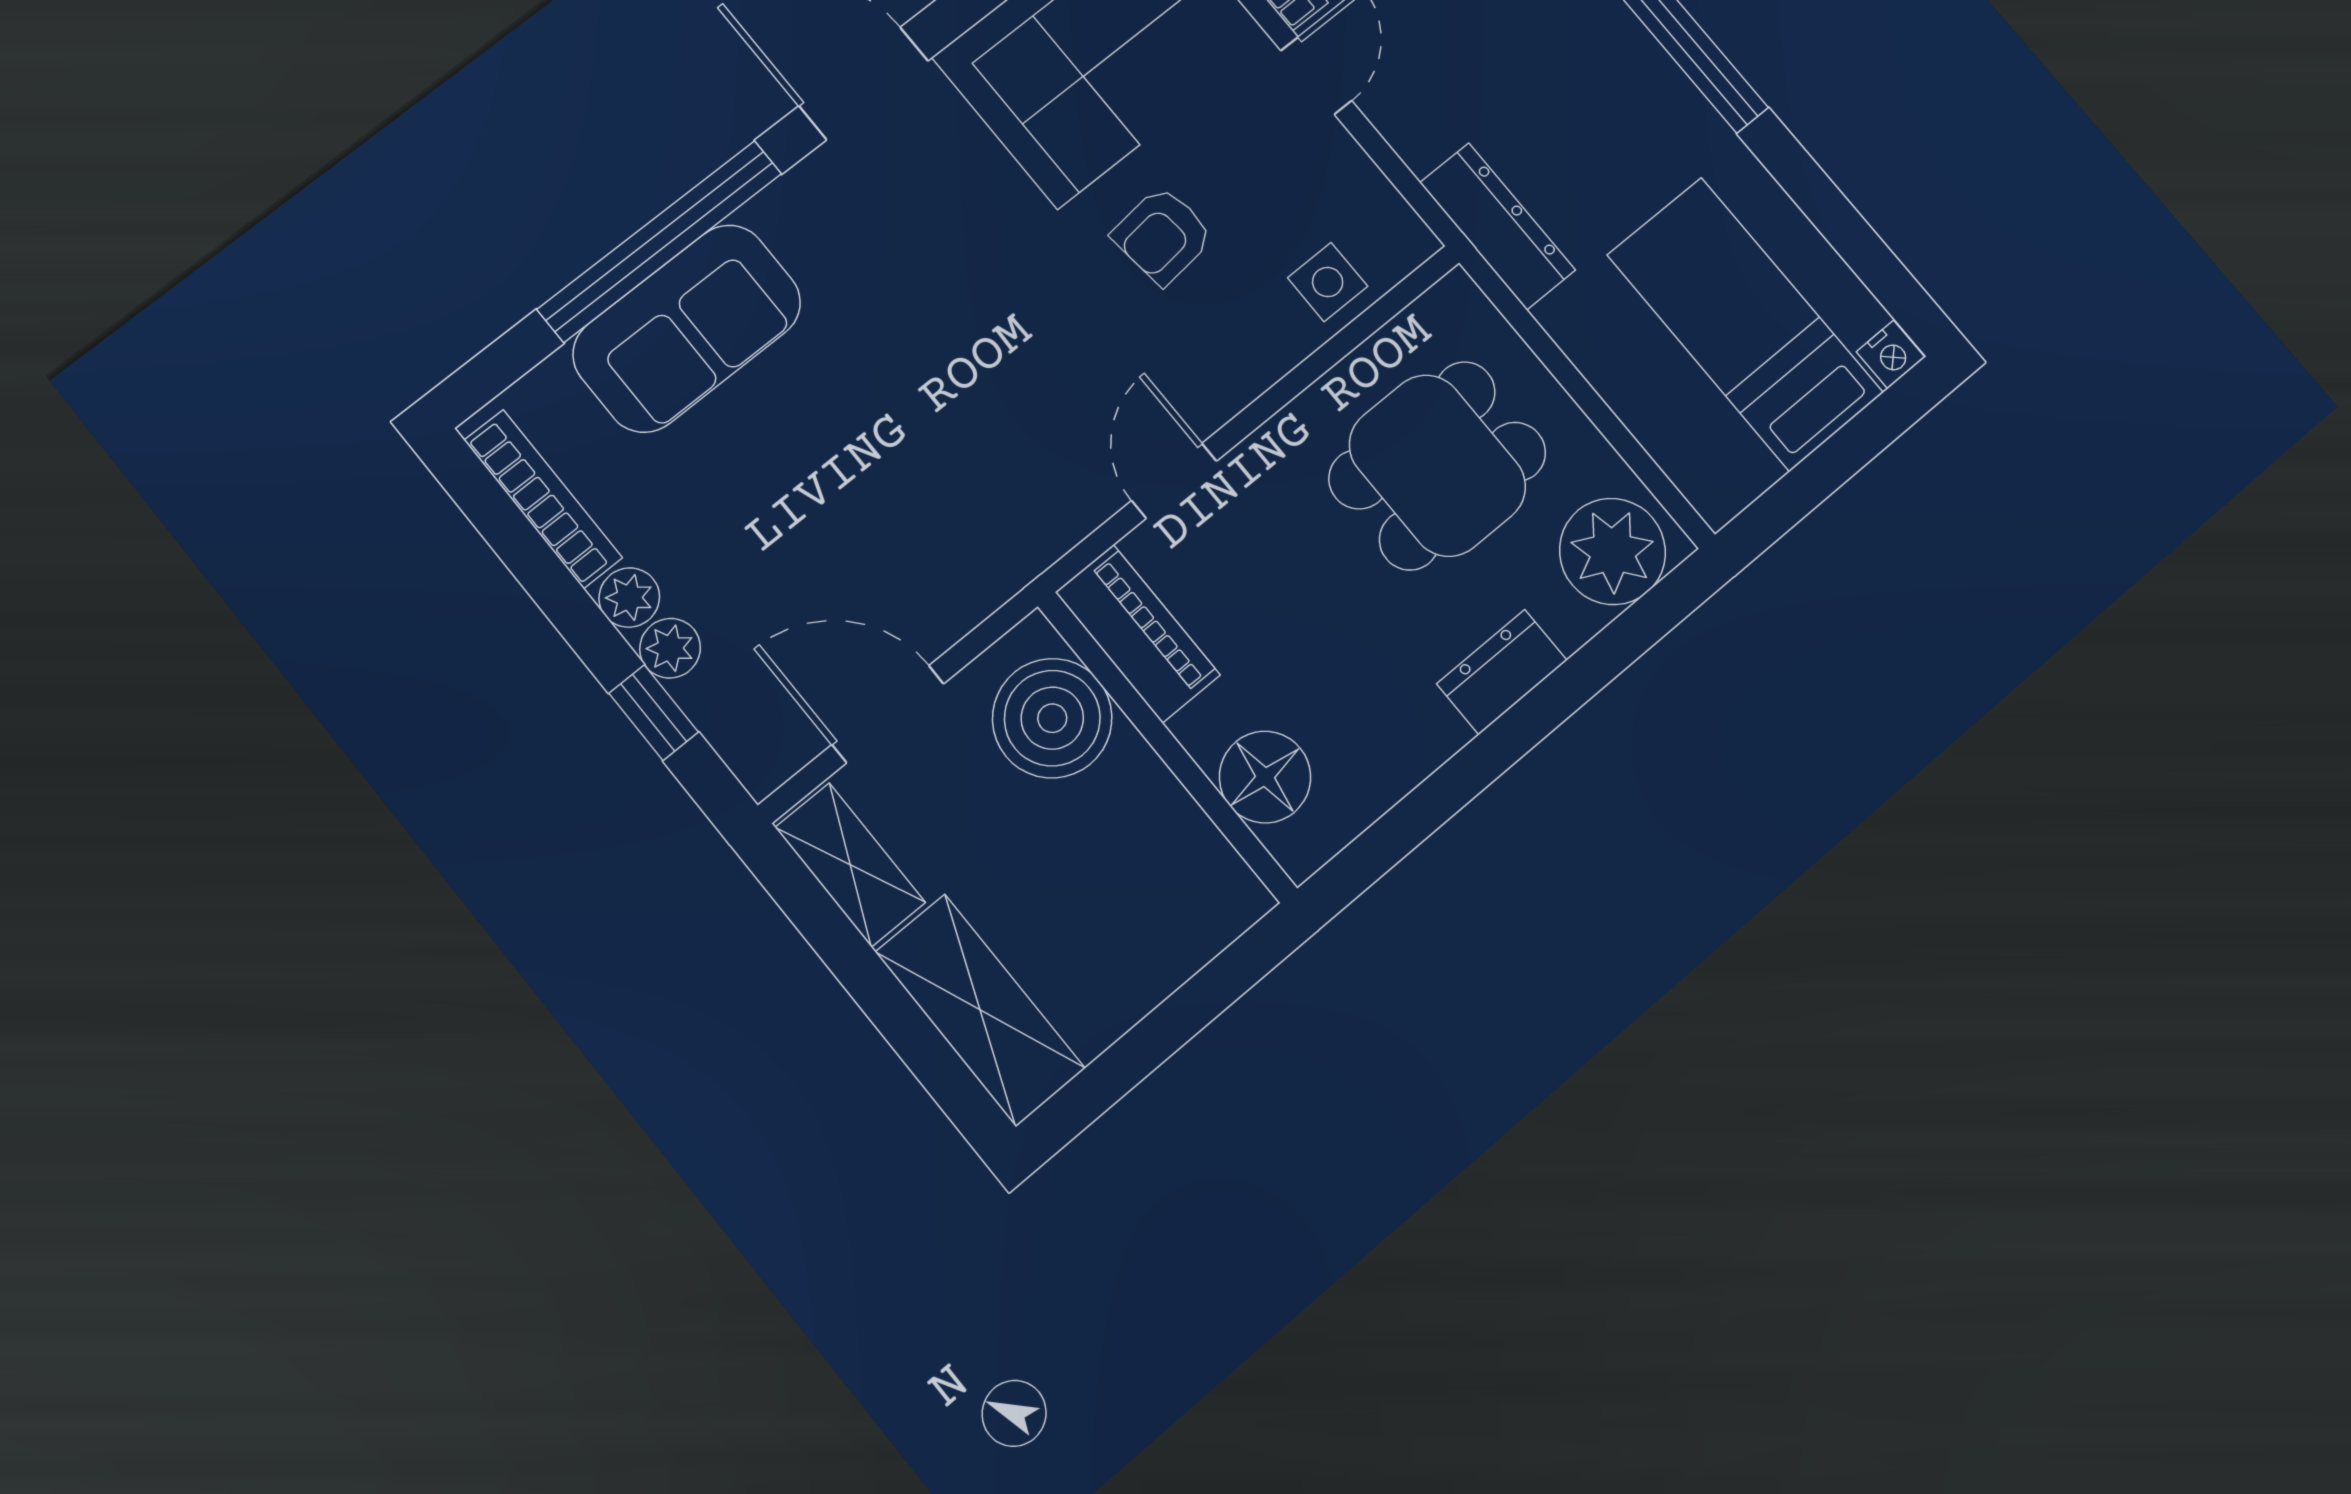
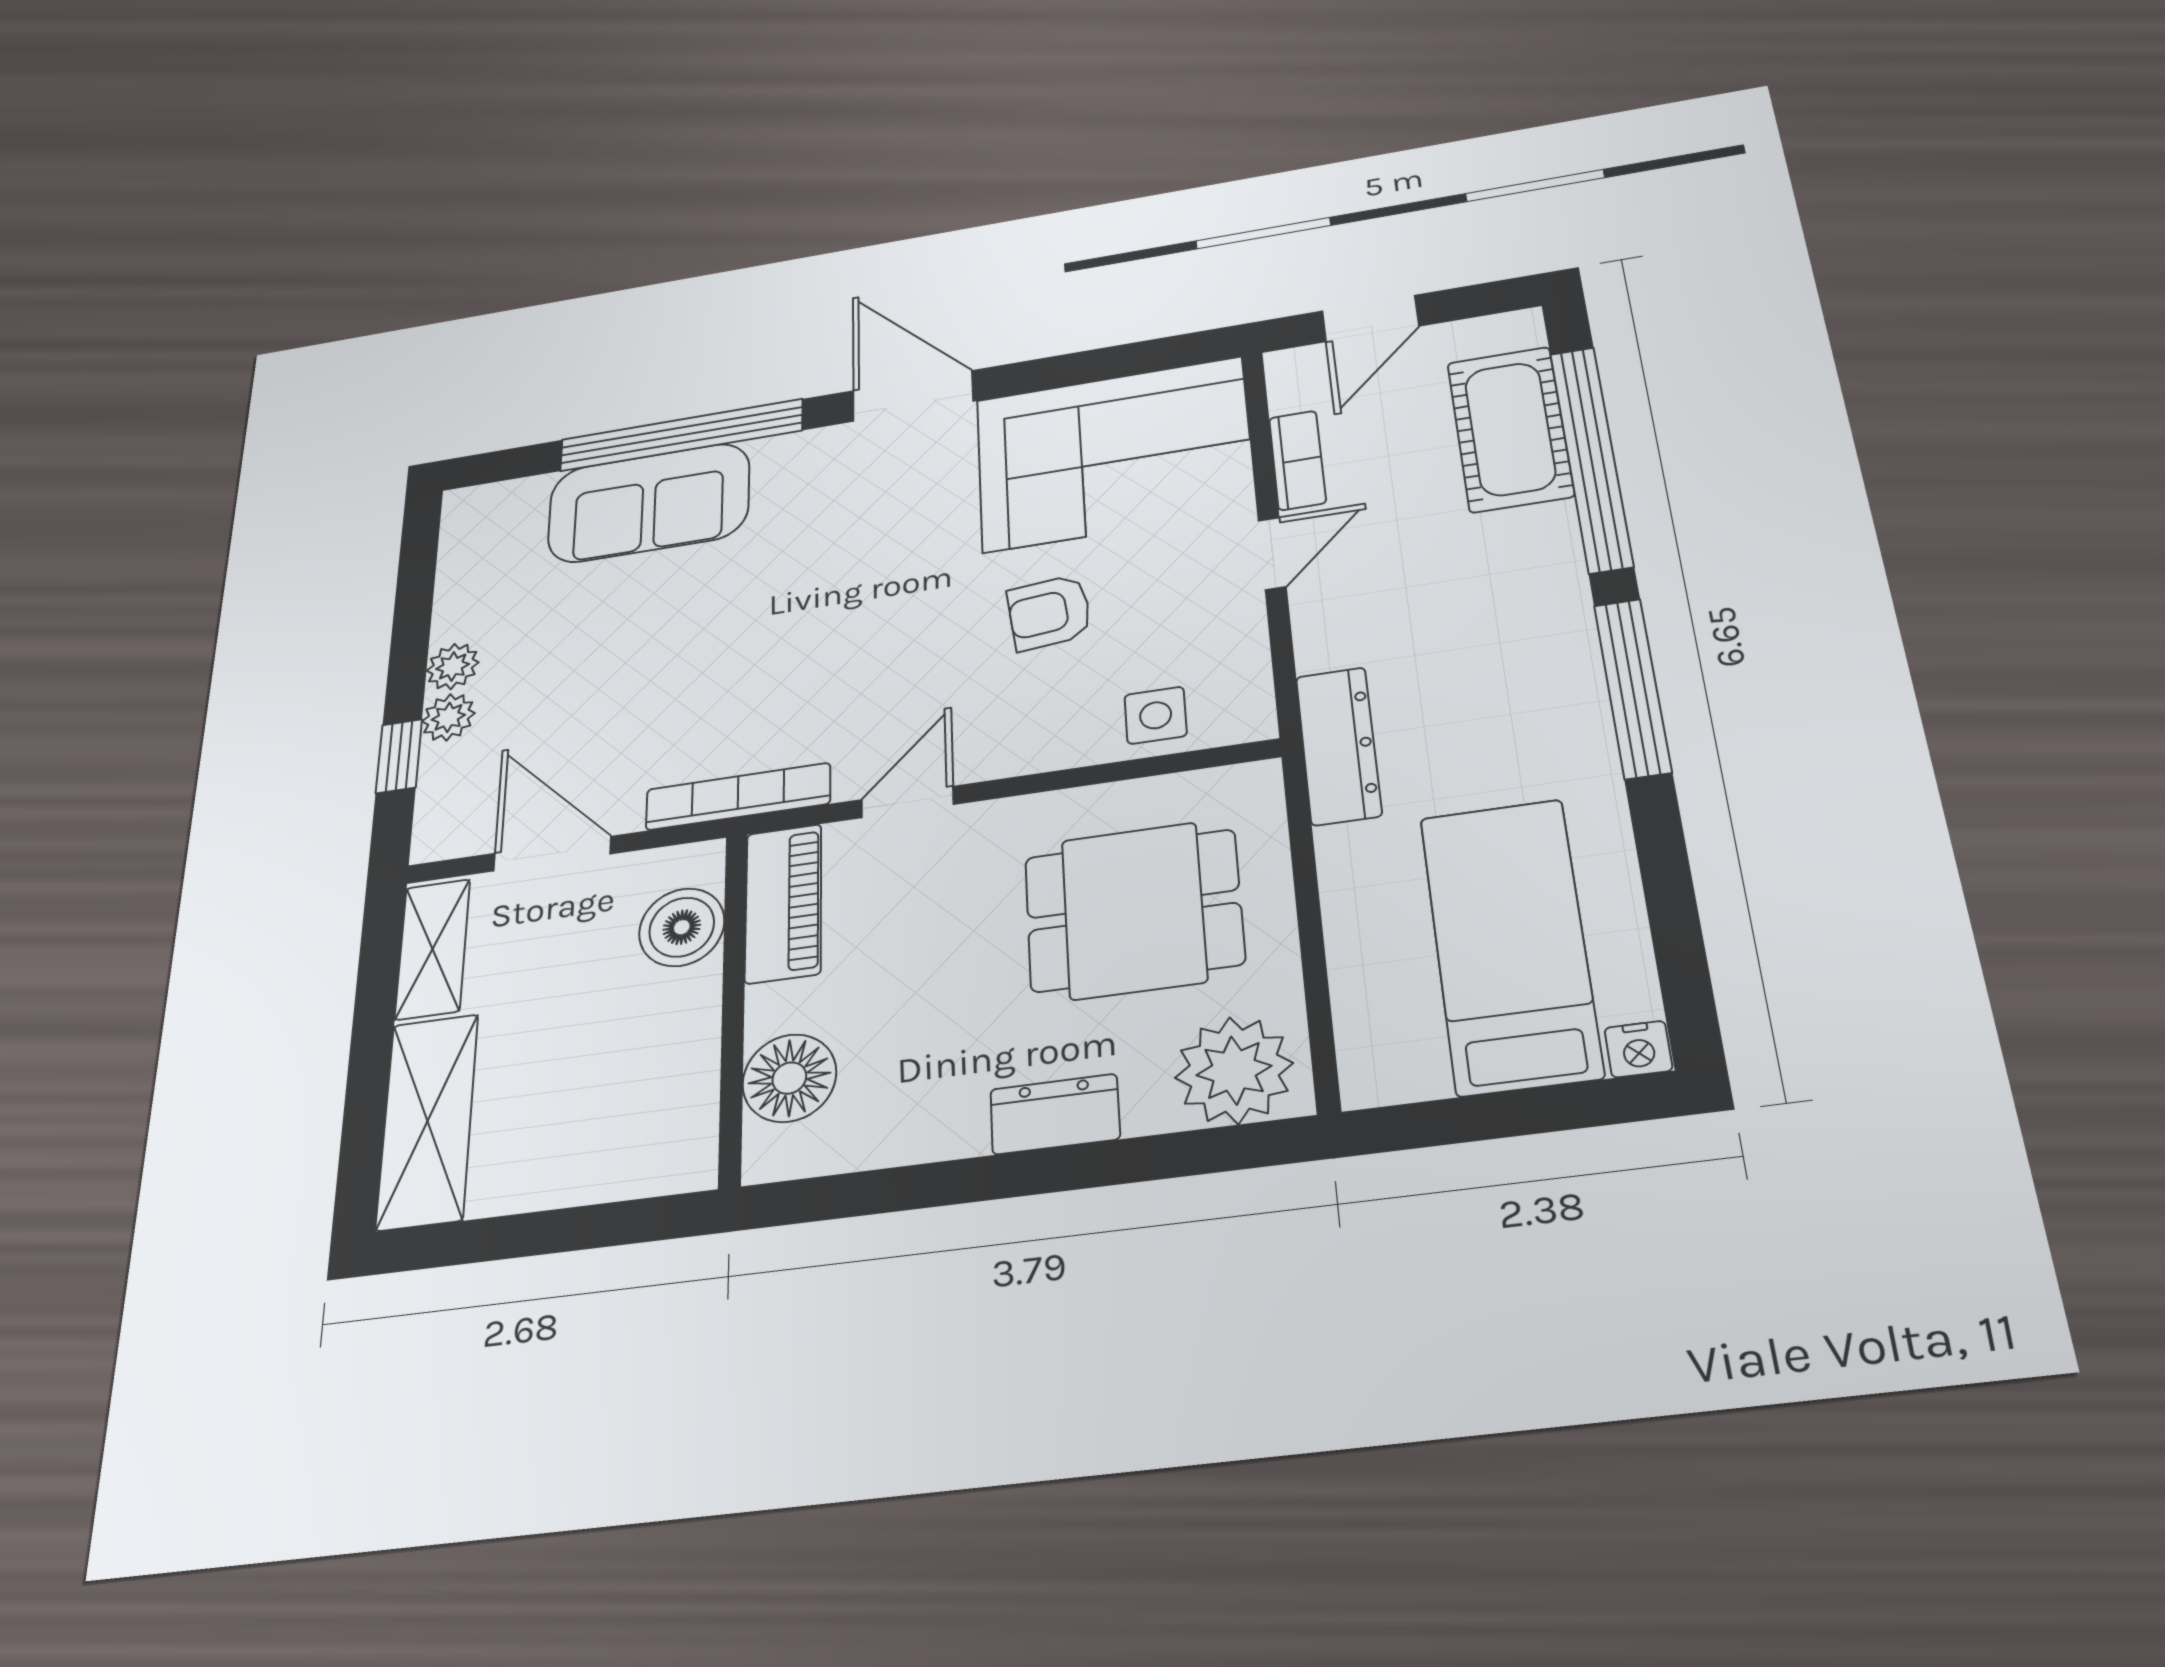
bookcase: (543, 499) -> (738, 797), moved, turned -90
boiler: (1052, 718) -> (682, 927), width x0.73, depth x0.73

